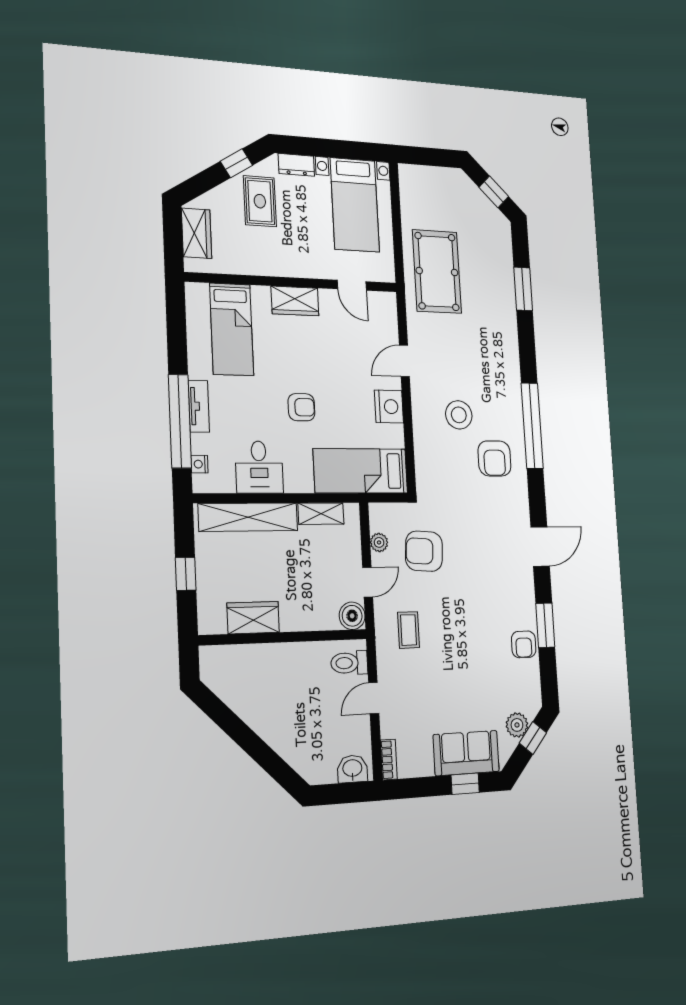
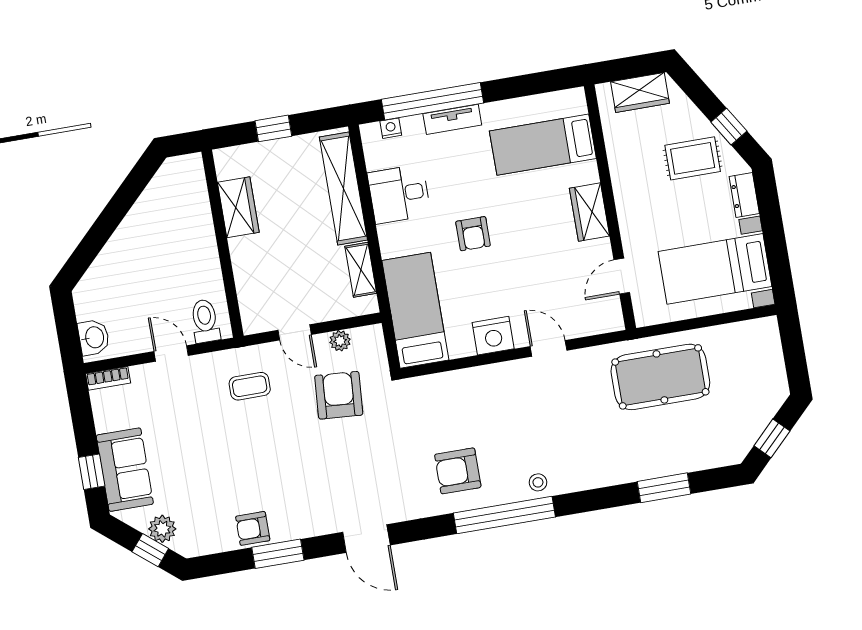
stool: (459, 415) -> (538, 482), moved, width x0.53, depth x0.53
boiler: (352, 616) -> (256, 318), removed

